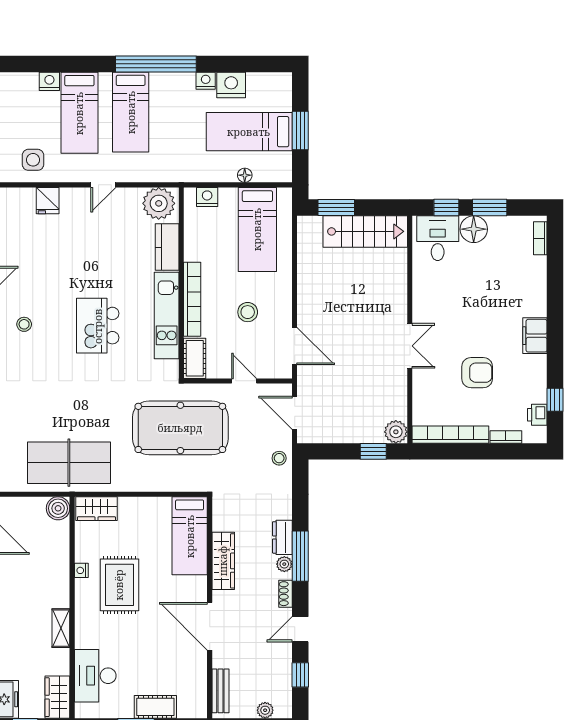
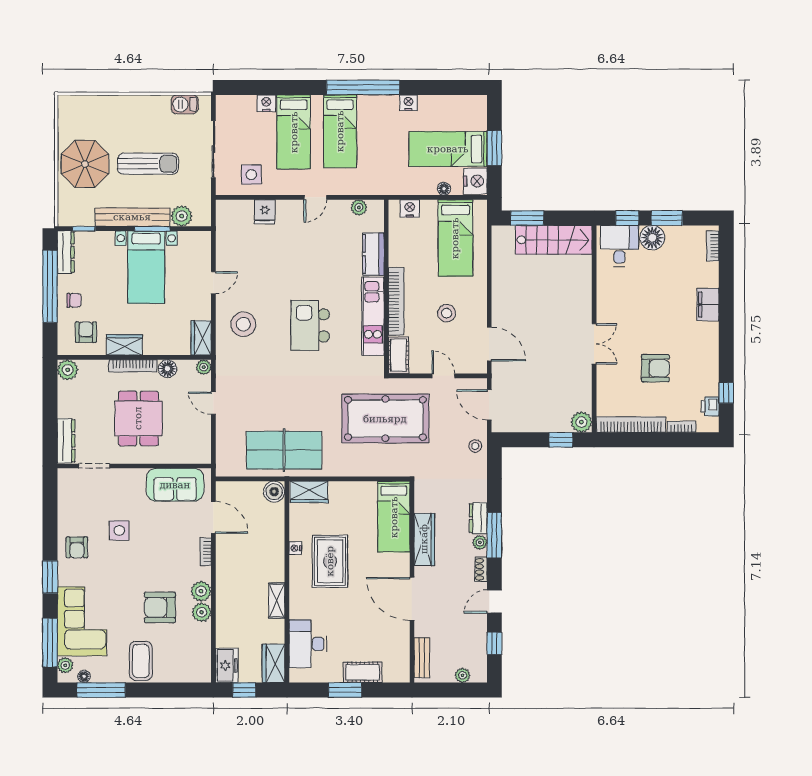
nightstand: (231, 85) -> (475, 181), moved, turned 90
plant: (159, 203) -> (359, 207), width x0.53, depth x0.53
stool: (24, 324) -> (243, 324), width x1.89, depth x1.89
filing cabinet: (535, 336) -> (708, 305), moved

